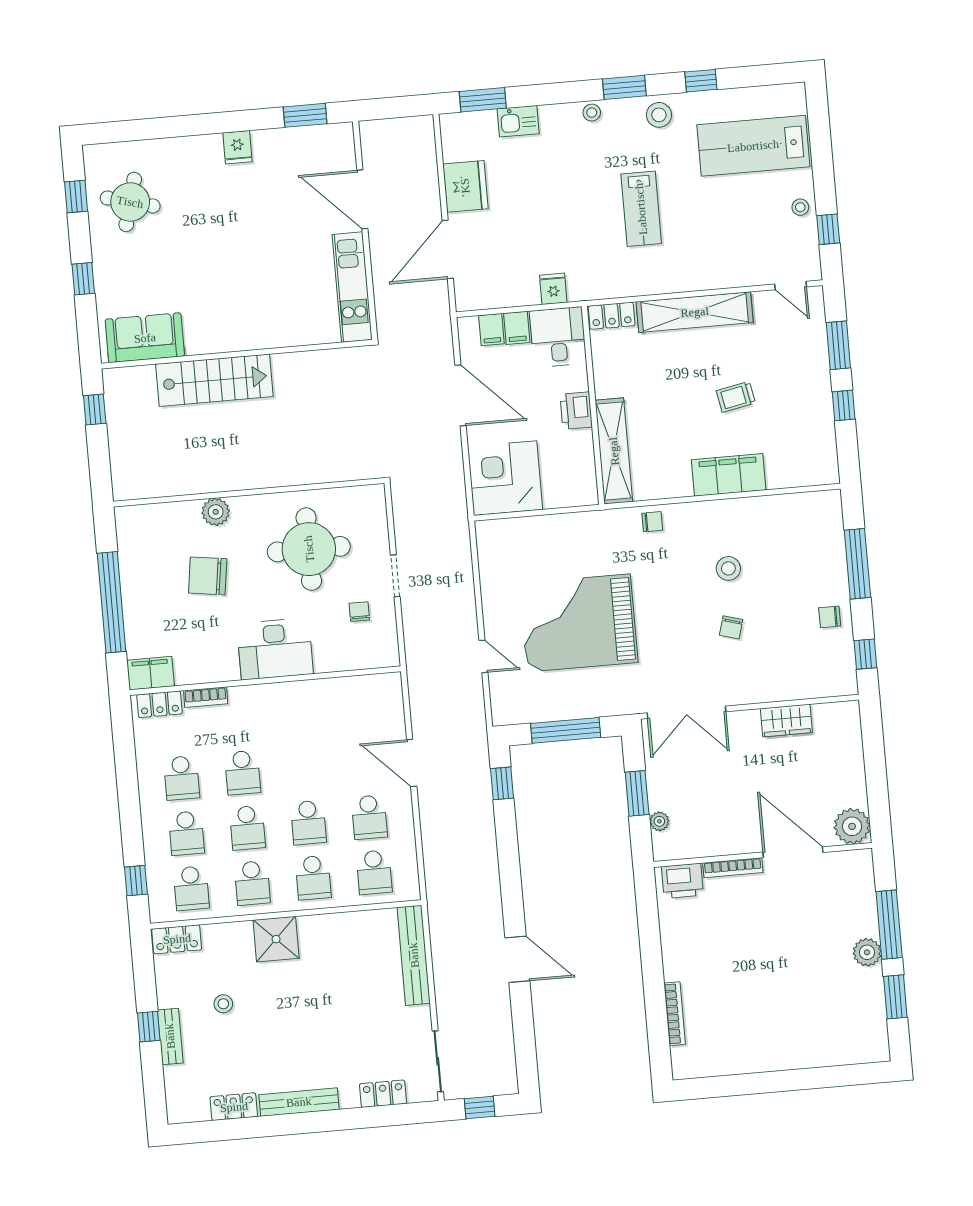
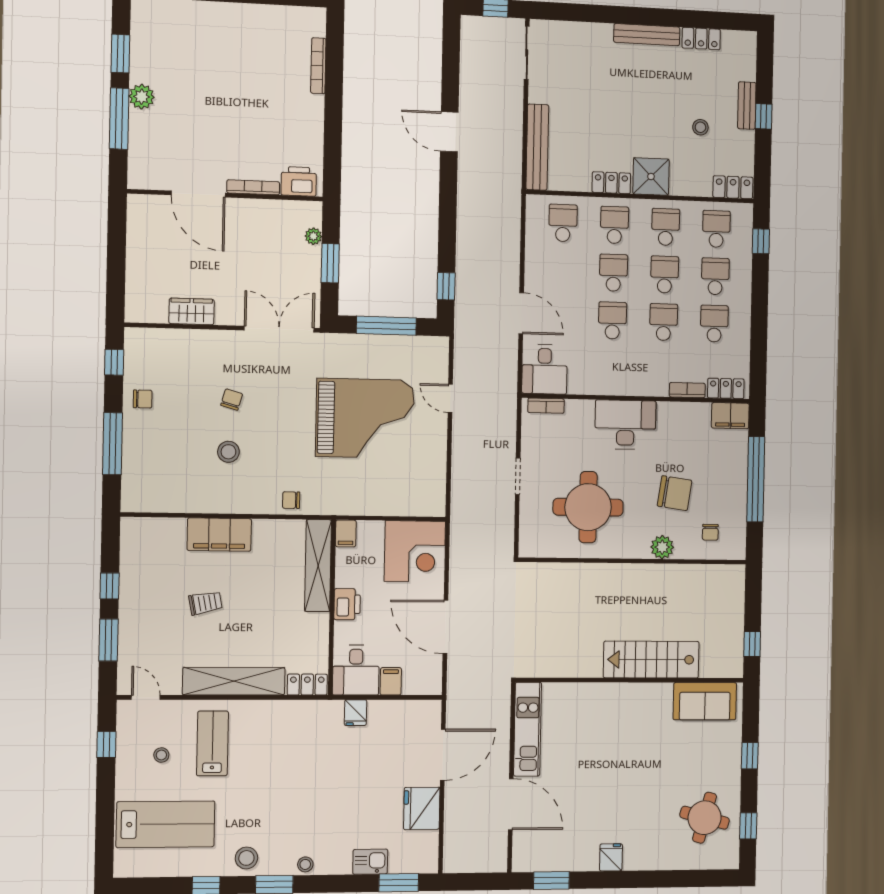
stool: (800, 207) -> (161, 755), moved
lab bench: (641, 209) -> (212, 743), moved
filing cabinet: (491, 330) -> (346, 533), moved, turned 180
chair: (359, 612) -> (710, 532), moved
bookcase: (371, 660) -> (546, 406), added
desk: (377, 702) -> (545, 369), added
school desk: (369, 817) -> (612, 320), moved
plant: (852, 826) -> (143, 210), removed
locker: (383, 1094) -> (611, 183), moved, turned 180

